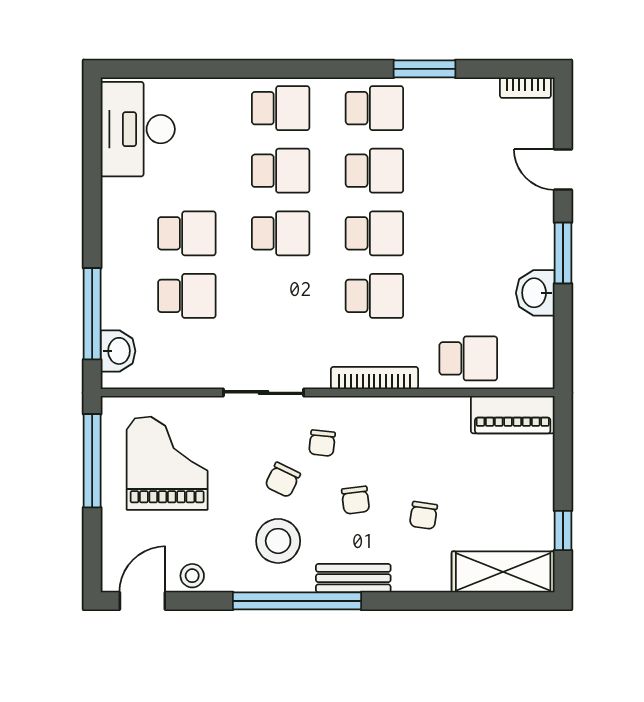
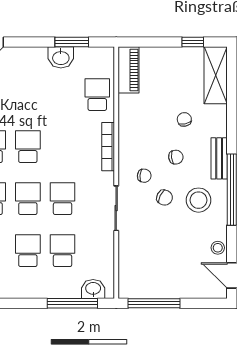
window: (563, 253) -> (72, 42), moved
school desk: (374, 296) -> (63, 199), moved
grand piano: (167, 463) -> (155, 262), removed
chair: (423, 515) -> (184, 119), turned -110

